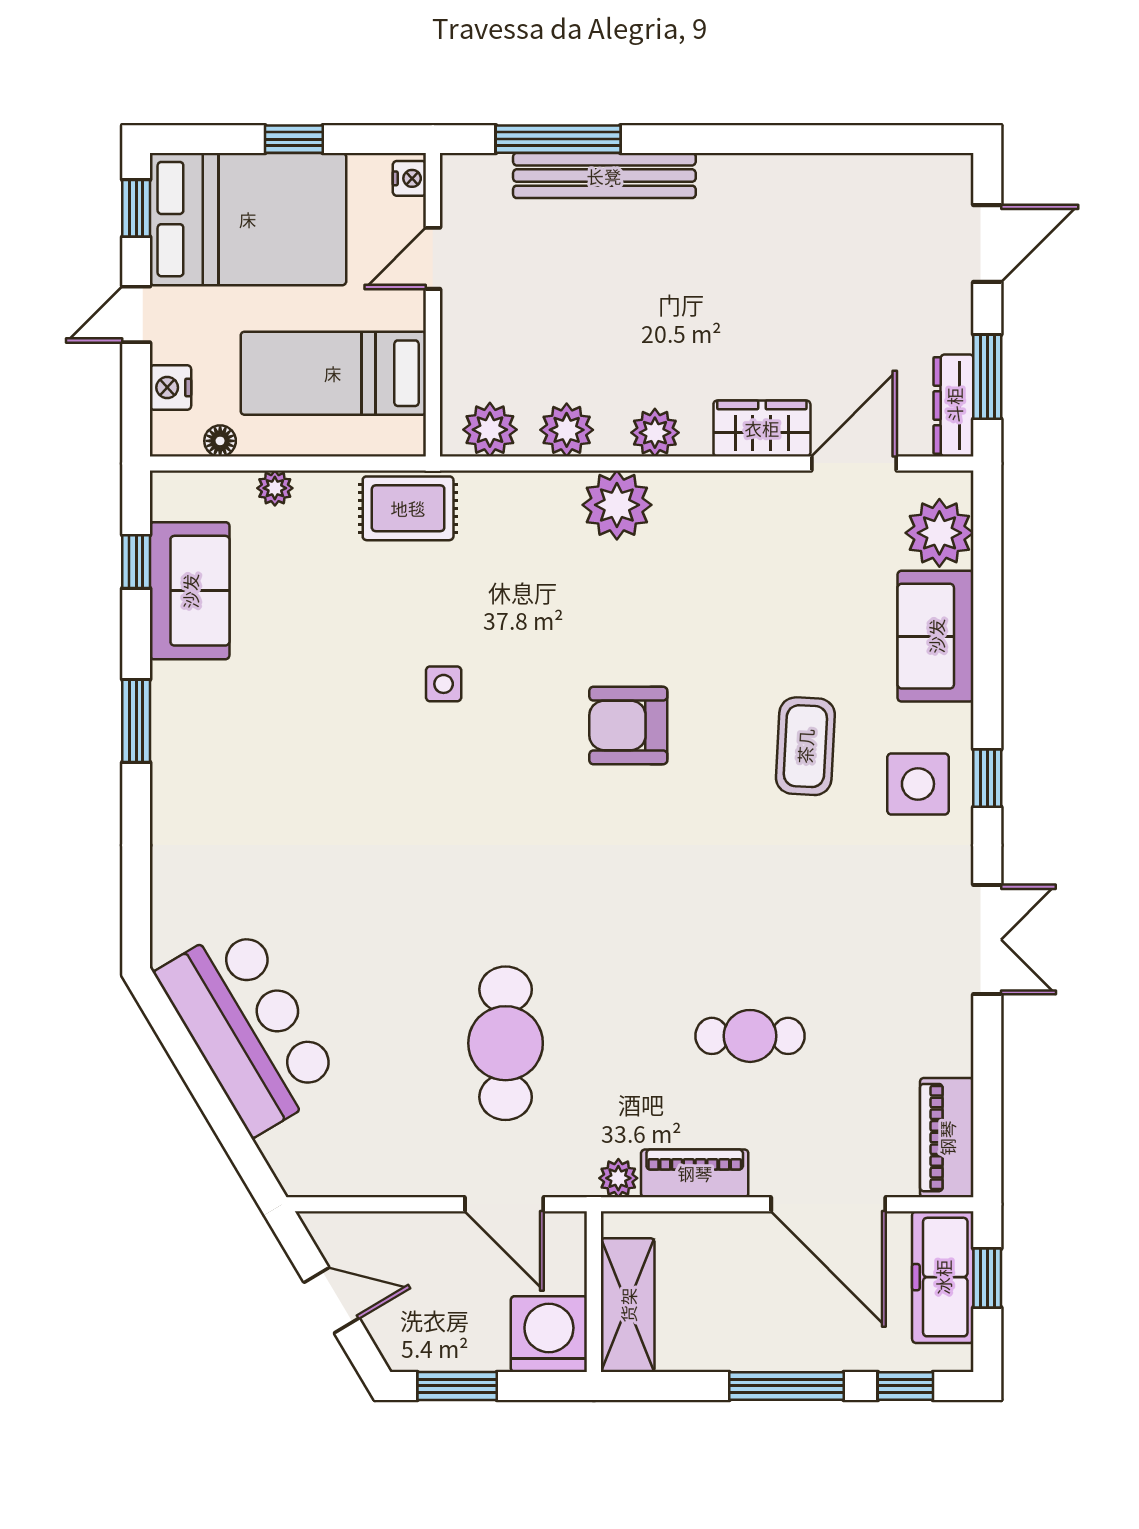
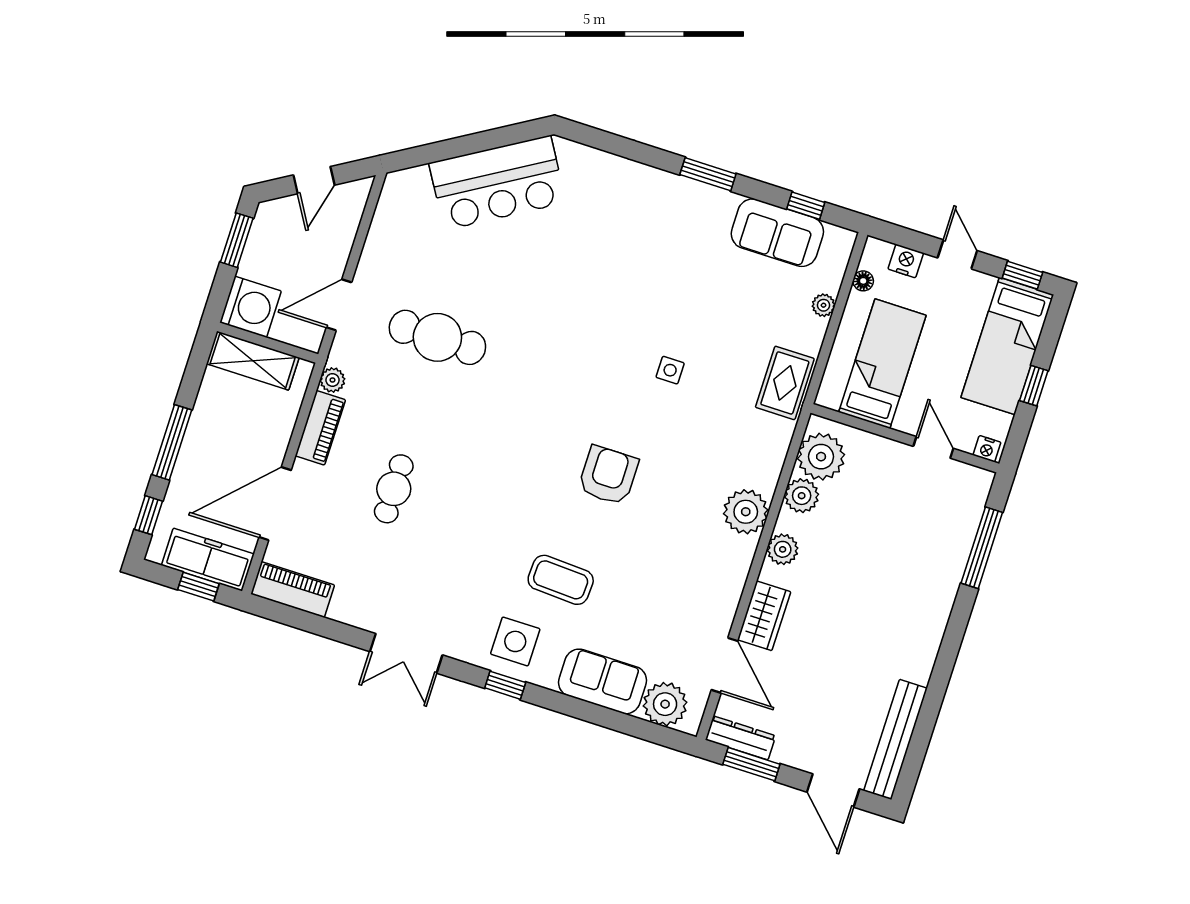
bench: (604, 176) -> (896, 739), moved
bed: (248, 219) -> (1007, 346), width x0.67
plant: (490, 430) -> (821, 457), width x1.36, depth x1.36

